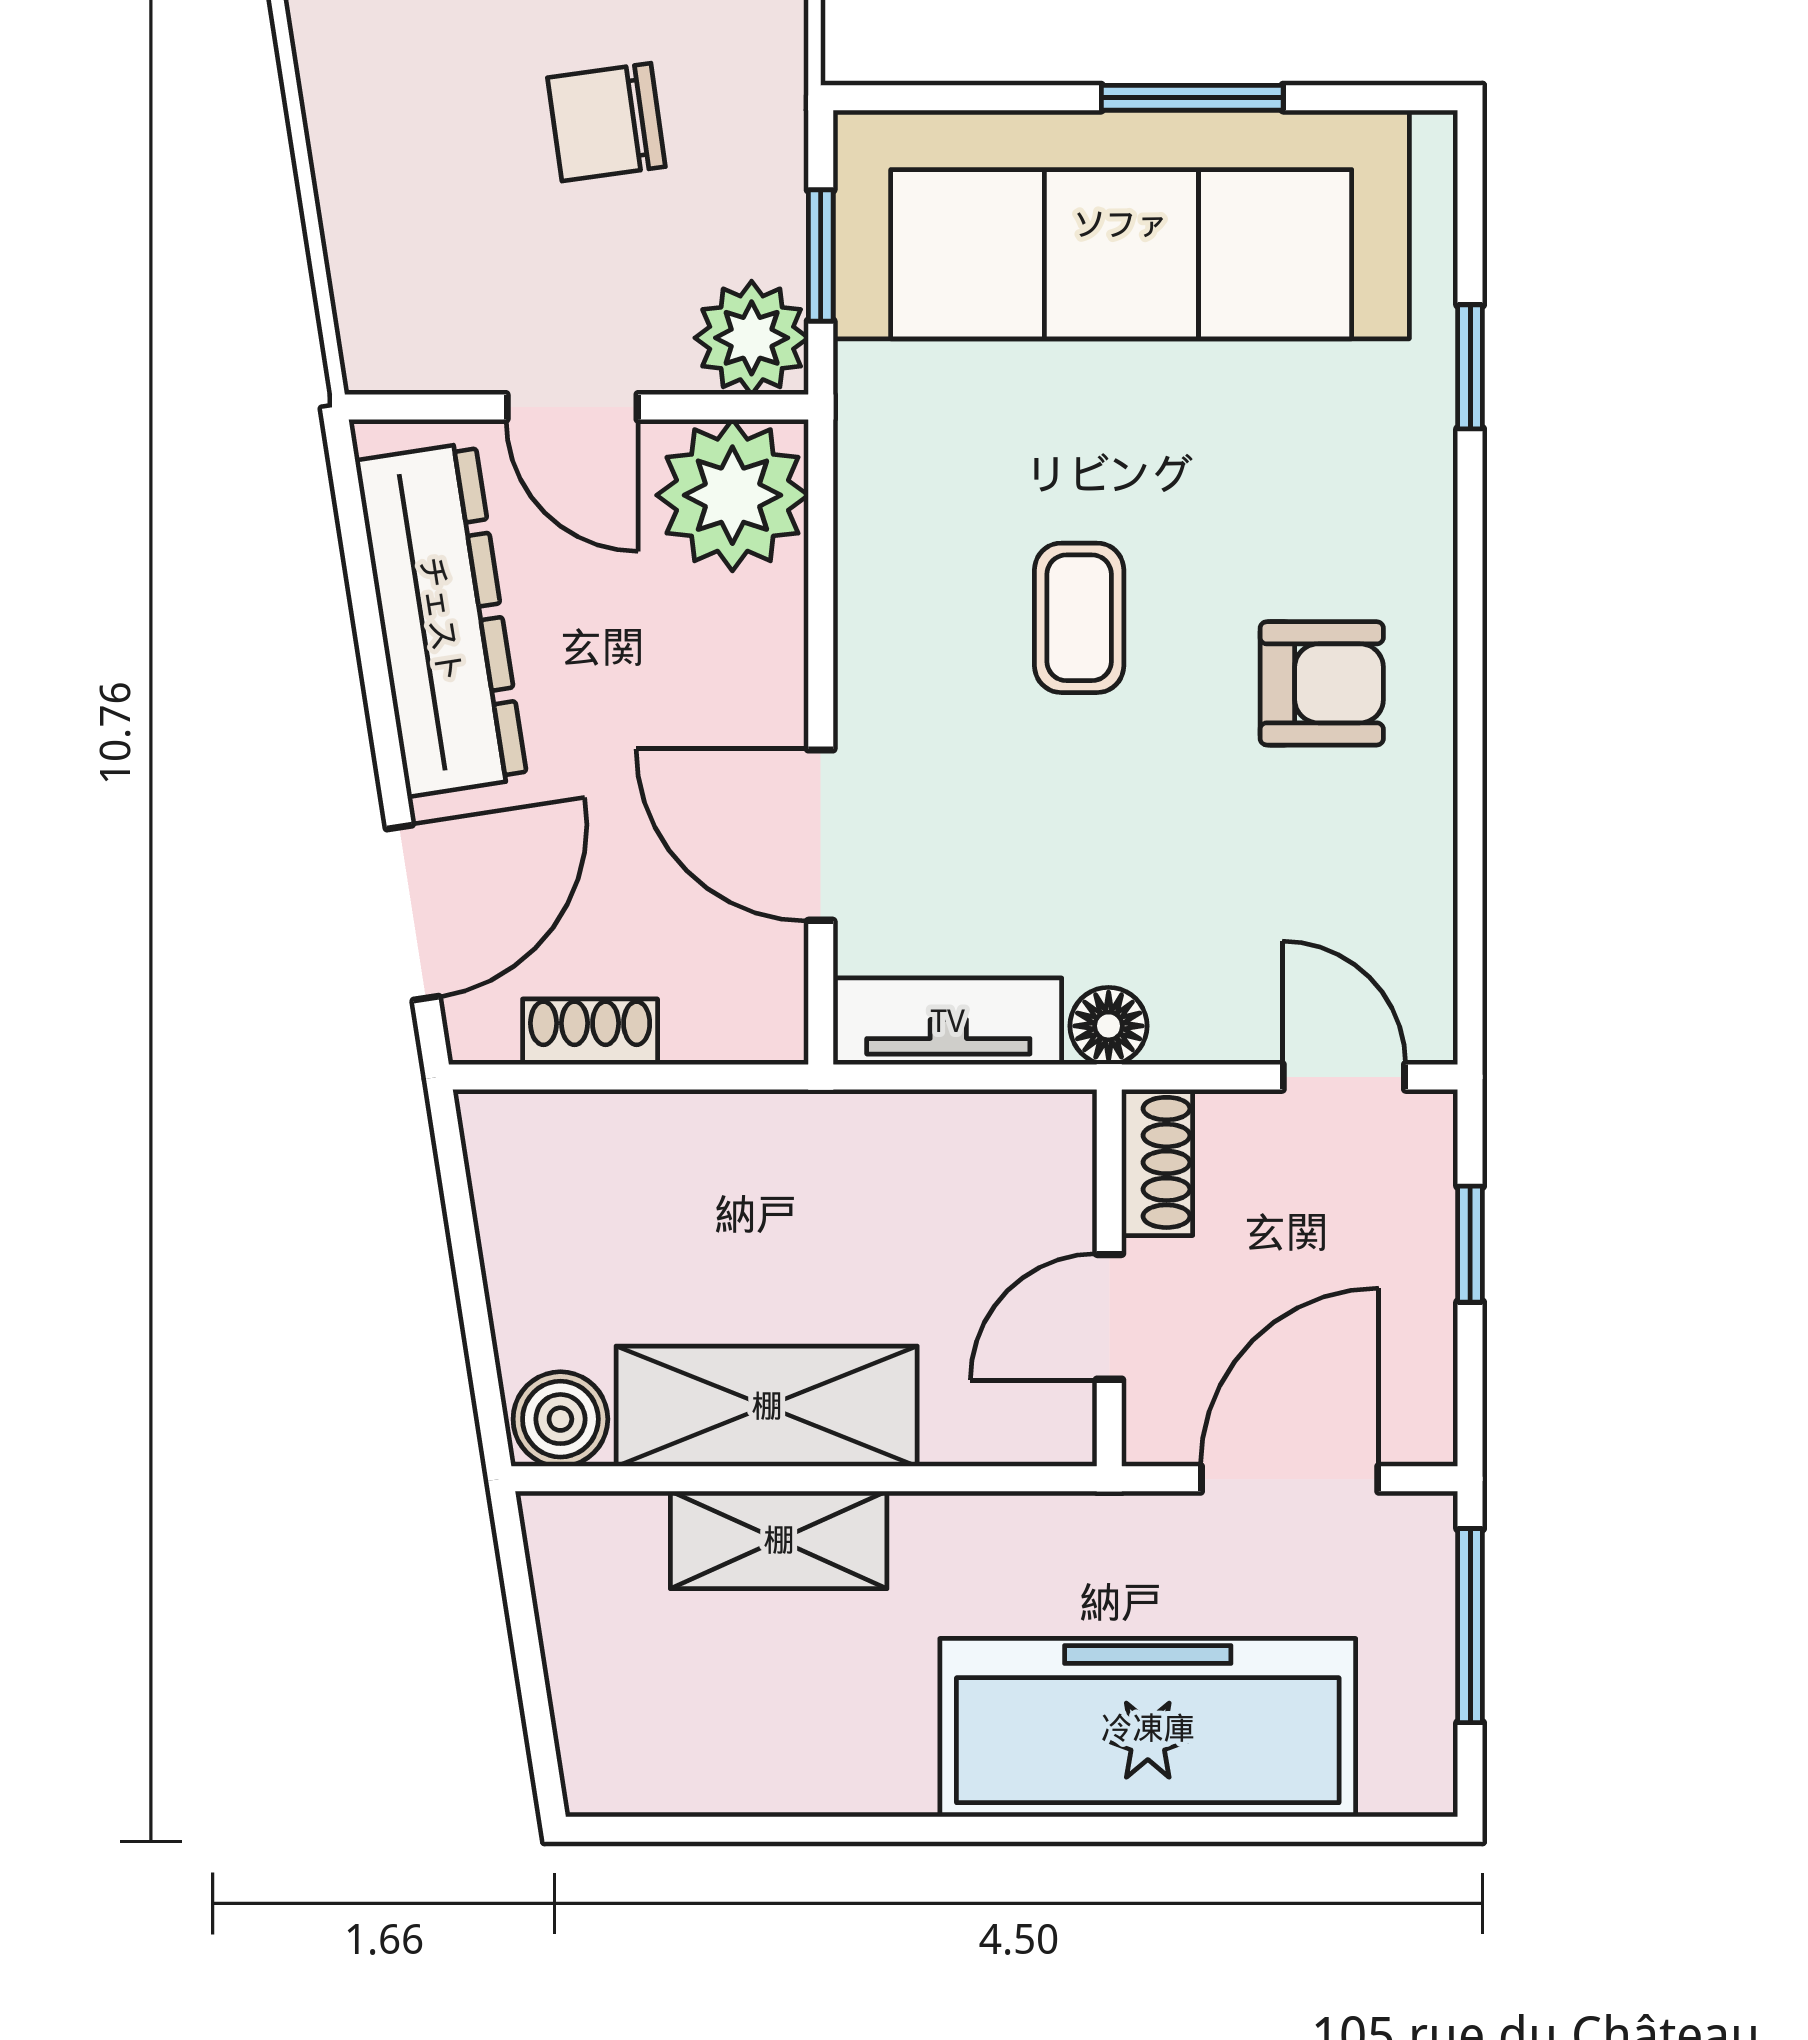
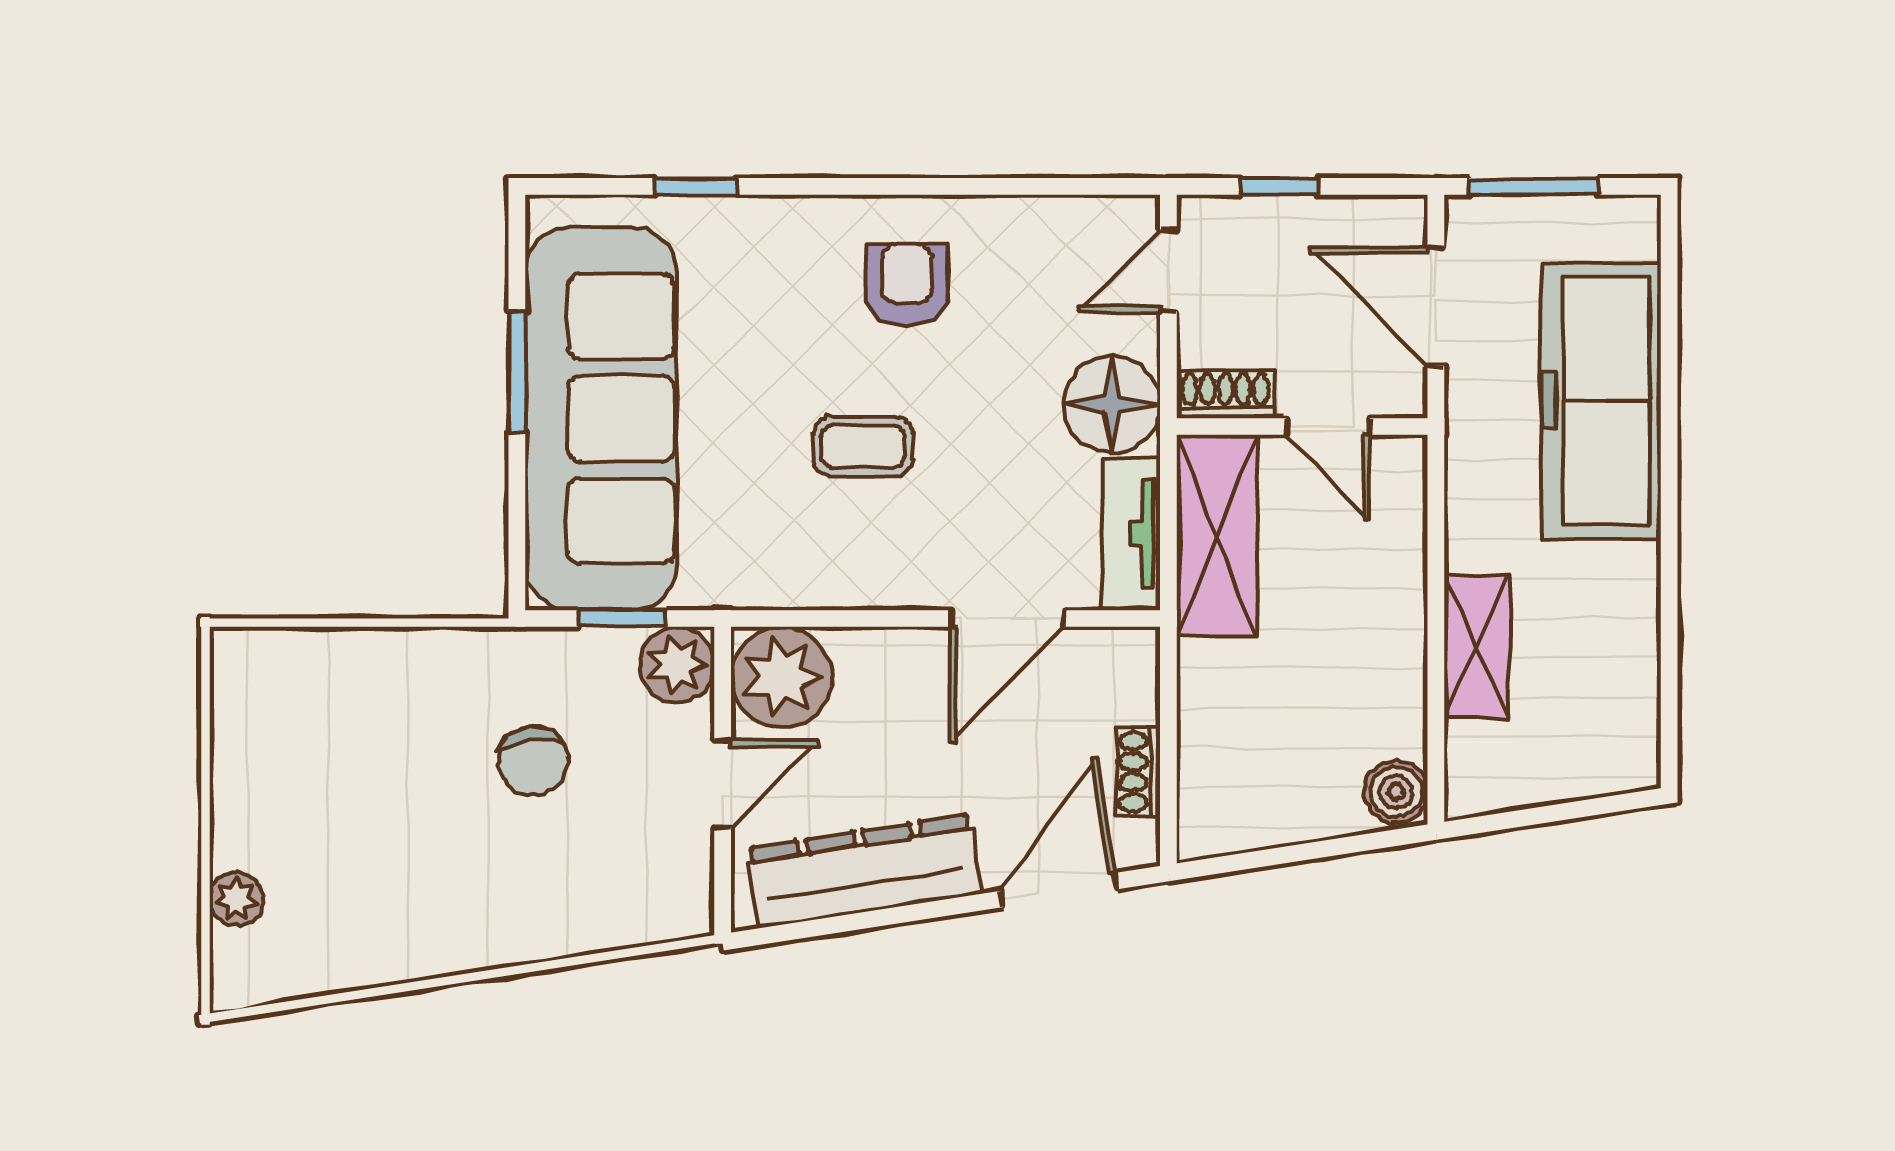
door: (413, 913) -> (1059, 890), hinge flipped
floor lamp: (1109, 1026) -> (1112, 404), width x1.89, depth x1.89
shelving: (767, 1406) -> (1217, 536), moved

